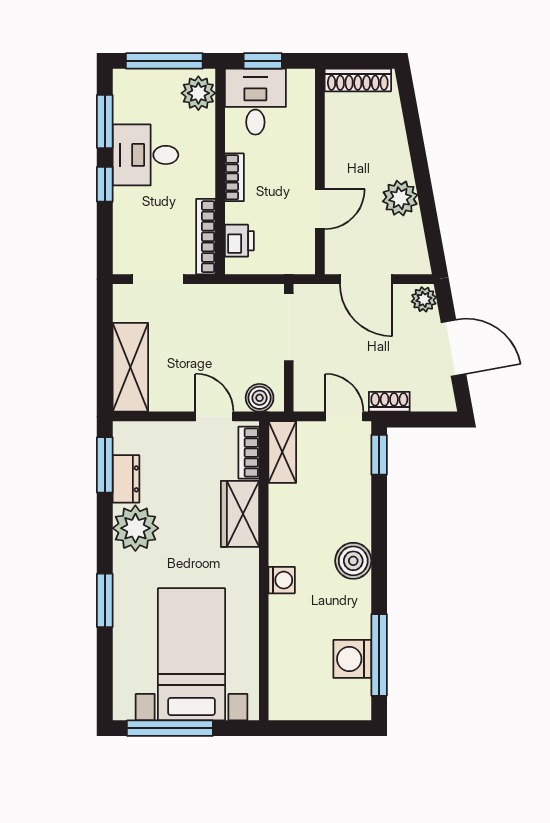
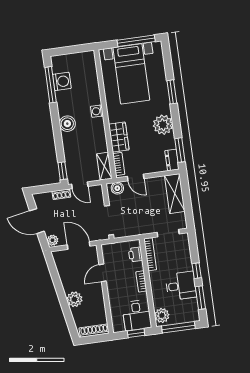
plant: (400, 198) -> (74, 299), moved
dresser: (126, 479) -> (172, 160), moved

